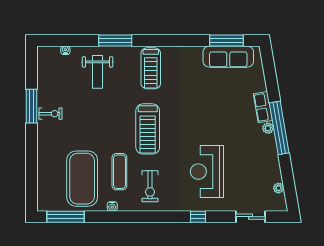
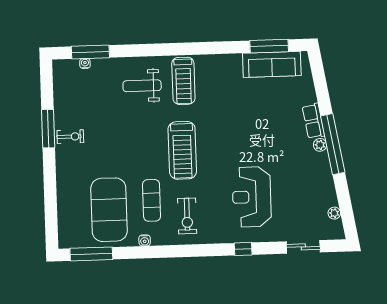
window: (115, 41) -> (90, 52), moved
weight bench: (98, 72) -> (142, 86), moved, turned 90

